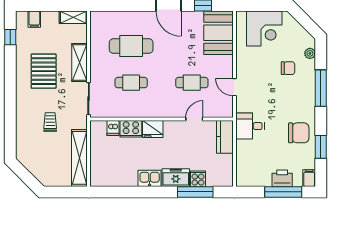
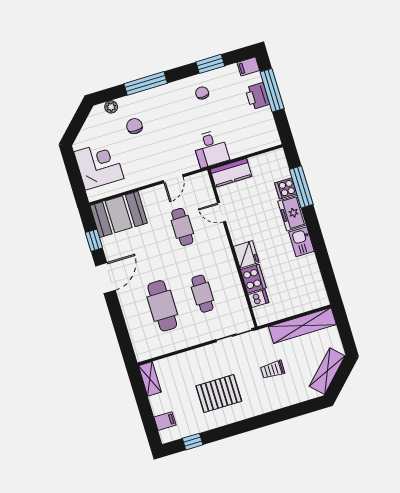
shelving: (80, 63) -> (327, 371), moved, turned -45
chair: (299, 133) -> (202, 93), width x0.54, depth x0.54

